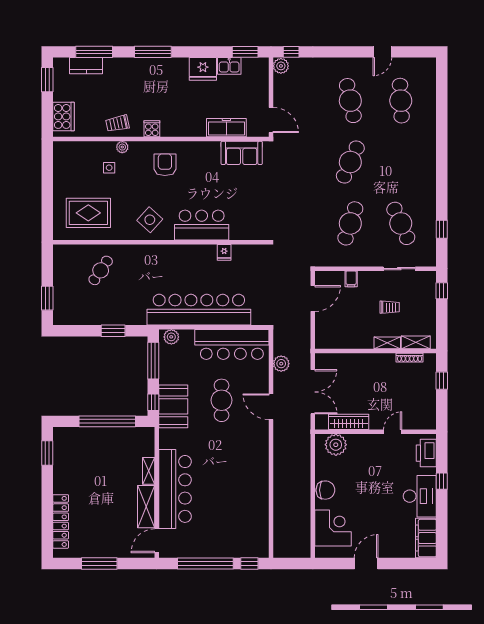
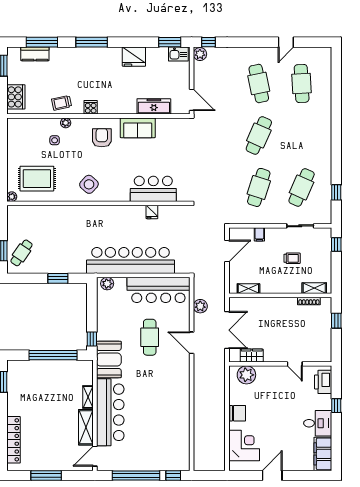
kitchen sink: (229, 66) -> (178, 54), moved
sofa: (242, 153) -> (138, 128), moved
cafe table: (401, 223) -> (302, 187), turned 48
bar counter: (202, 225) -> (153, 189), moved
plant: (59, 234) -> (12, 197), added
cafe table: (101, 270) -> (21, 253), moved
shelving: (387, 343) -> (248, 289), moved
window: (153, 361) -> (92, 304), removed
booth: (173, 406) -> (109, 359), moved
wardrobe: (349, 422) -> (252, 356), width x0.67
door: (393, 432) -> (295, 364), swing flipped
desk: (420, 496) -> (318, 423), width x0.73

